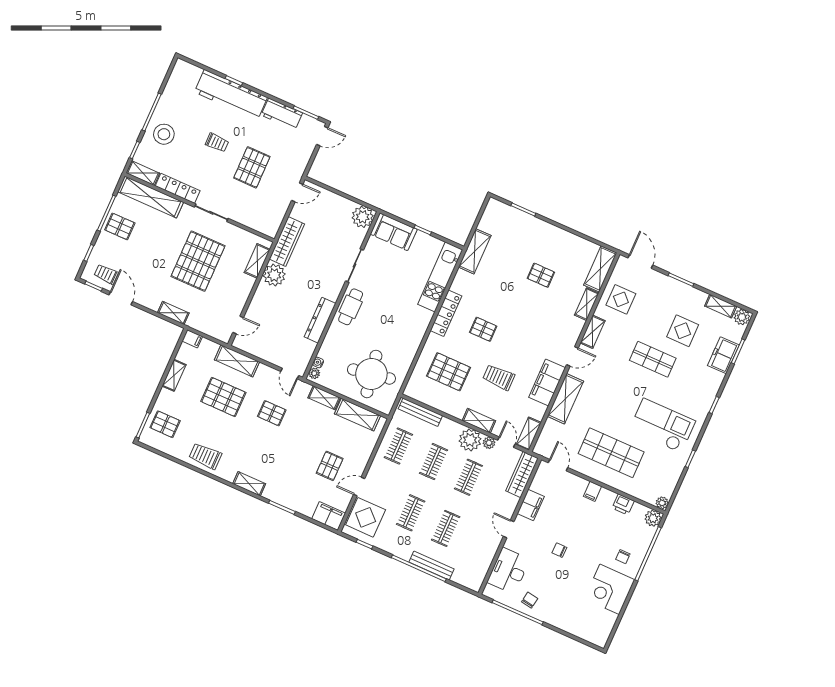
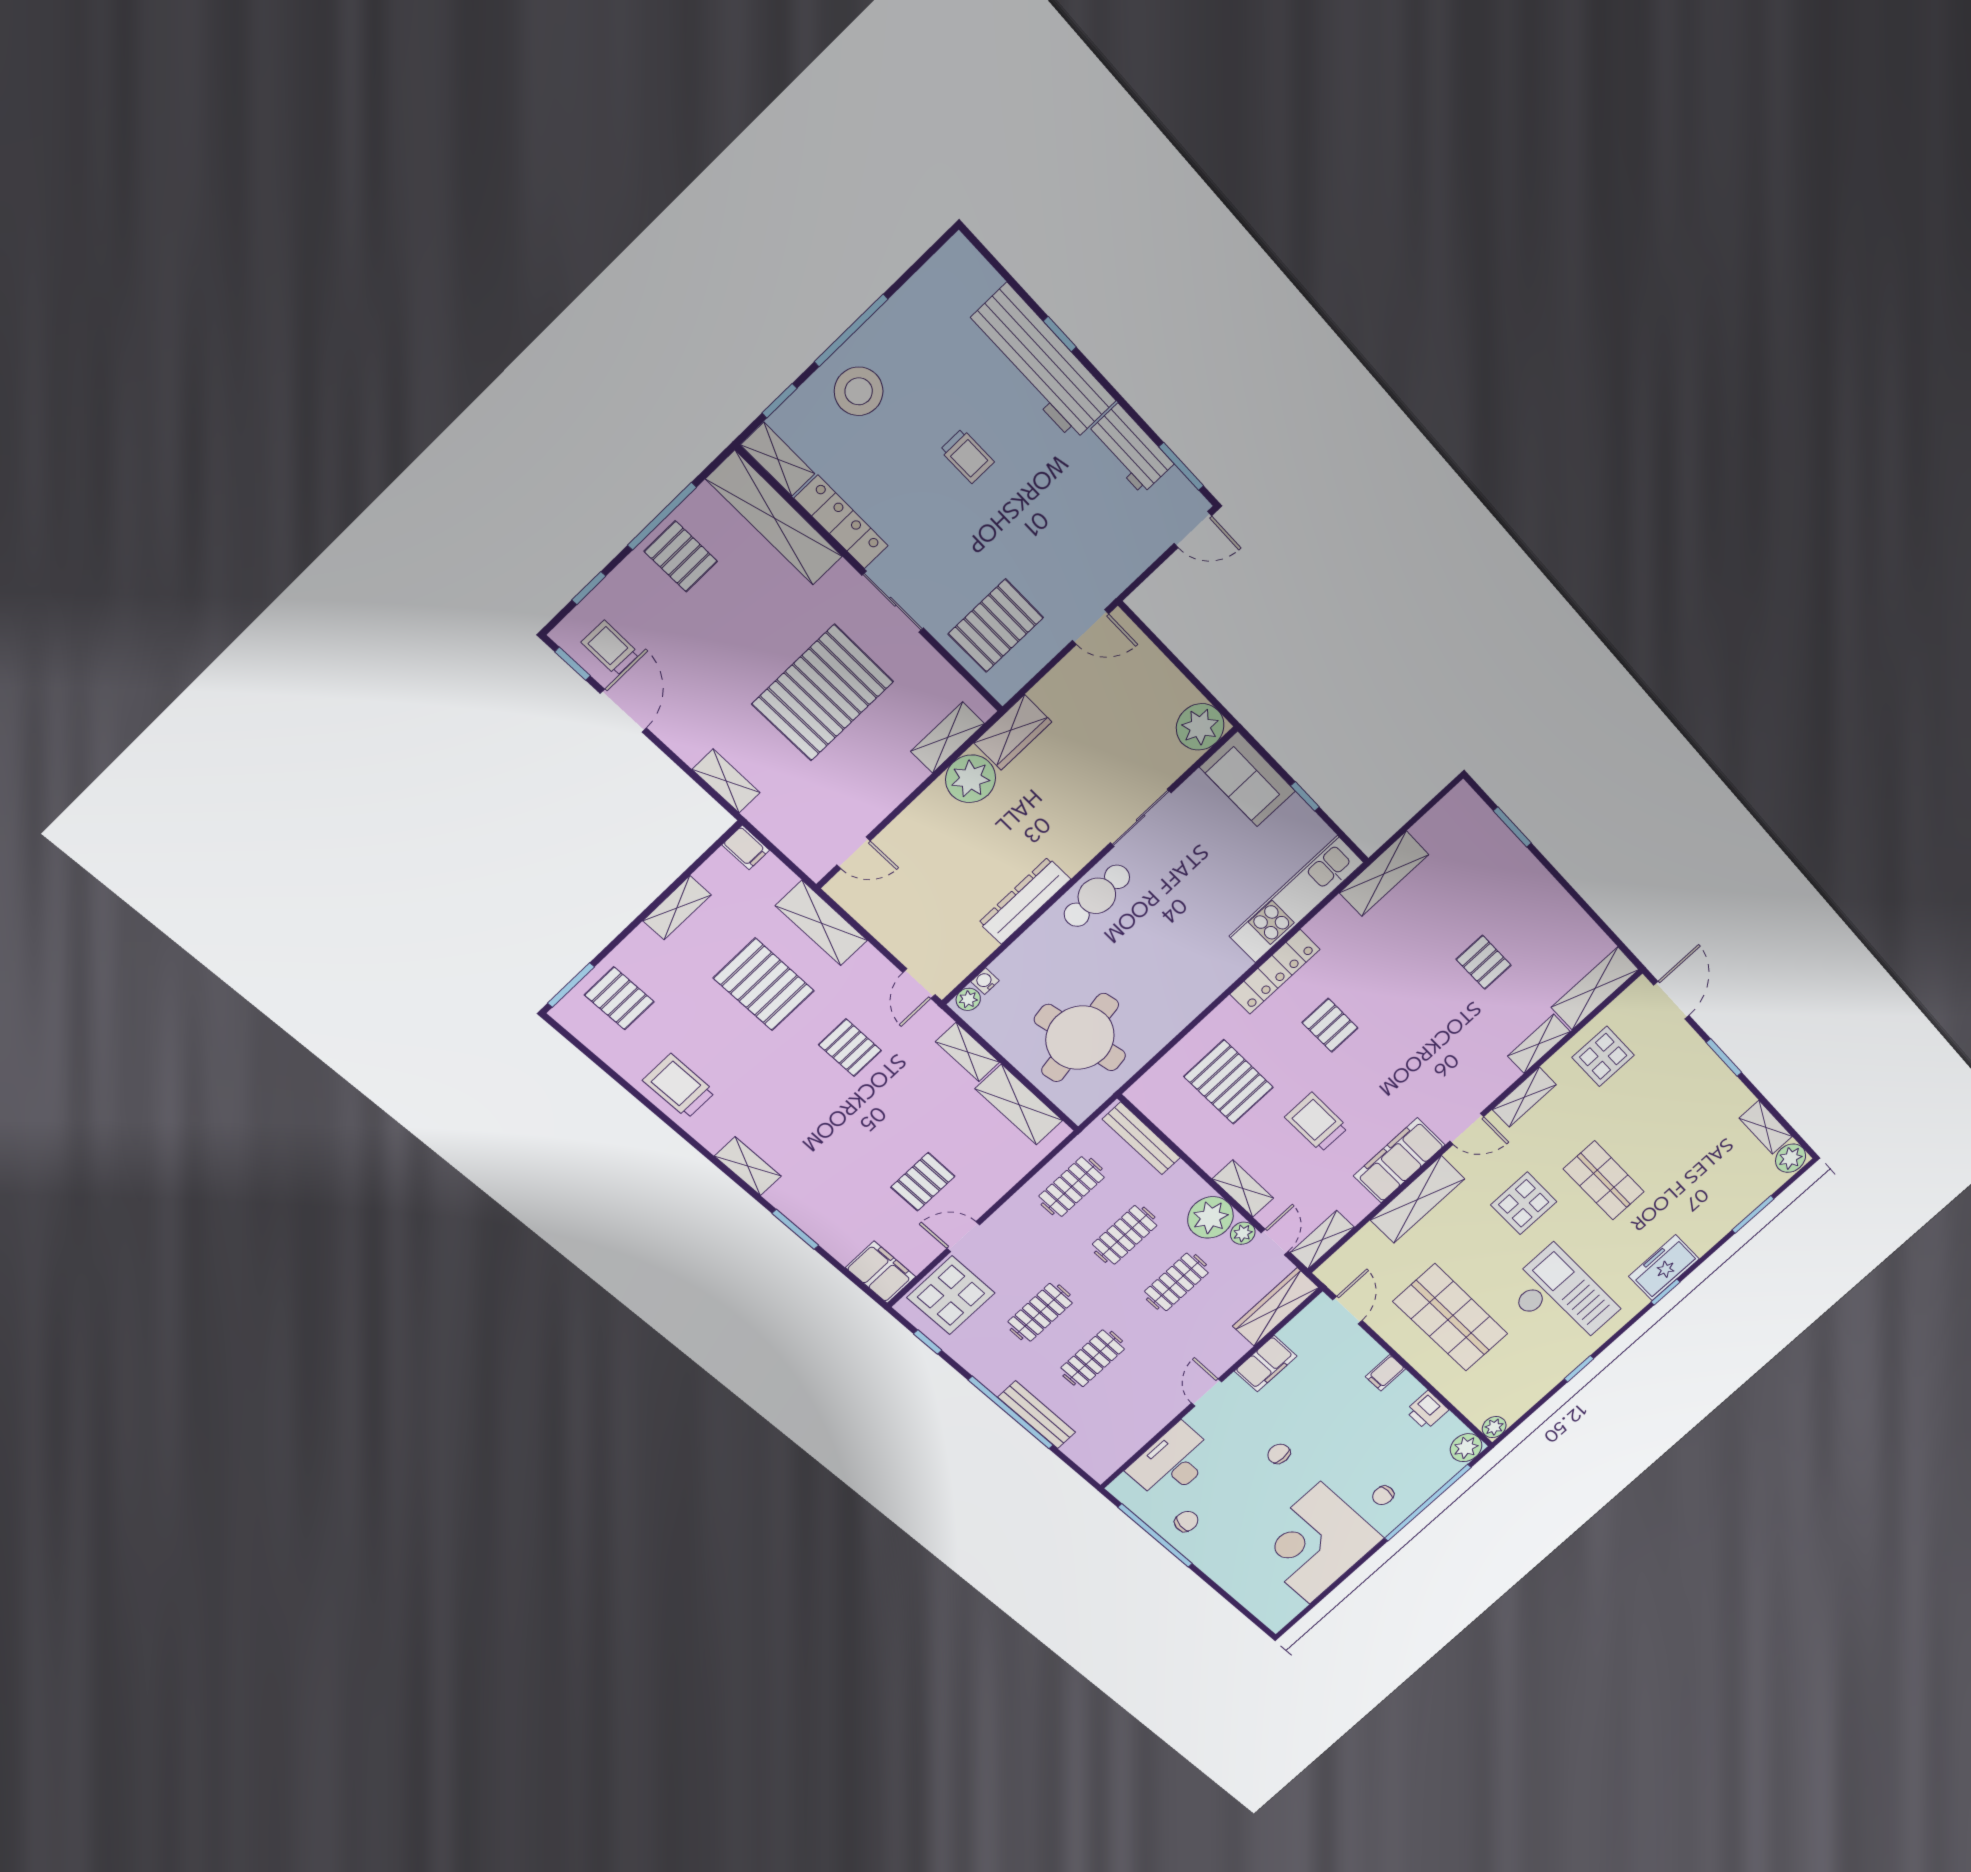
pallet: (252, 167) -> (996, 626), moved
wardrobe: (287, 242) -> (1013, 732), width x0.67
display table: (683, 331) -> (1524, 1203), moved
freezer: (723, 355) -> (1664, 1268), moved
corner desk: (610, 589) -> (1315, 1543), width x1.36, depth x1.36

